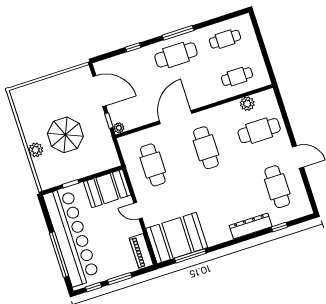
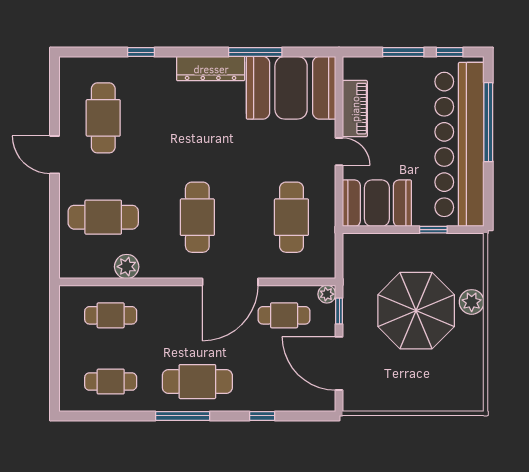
plant: (247, 104) -> (127, 267), moved
cafe table: (139, 108) -> (284, 315), added
parasol: (65, 135) -> (416, 311), width x1.36, depth x1.36
dresser: (251, 226) -> (211, 69), moved
window: (279, 227) -> (141, 52), moved
piano: (141, 251) -> (355, 109), moved
window: (190, 256) -> (255, 52), moved

